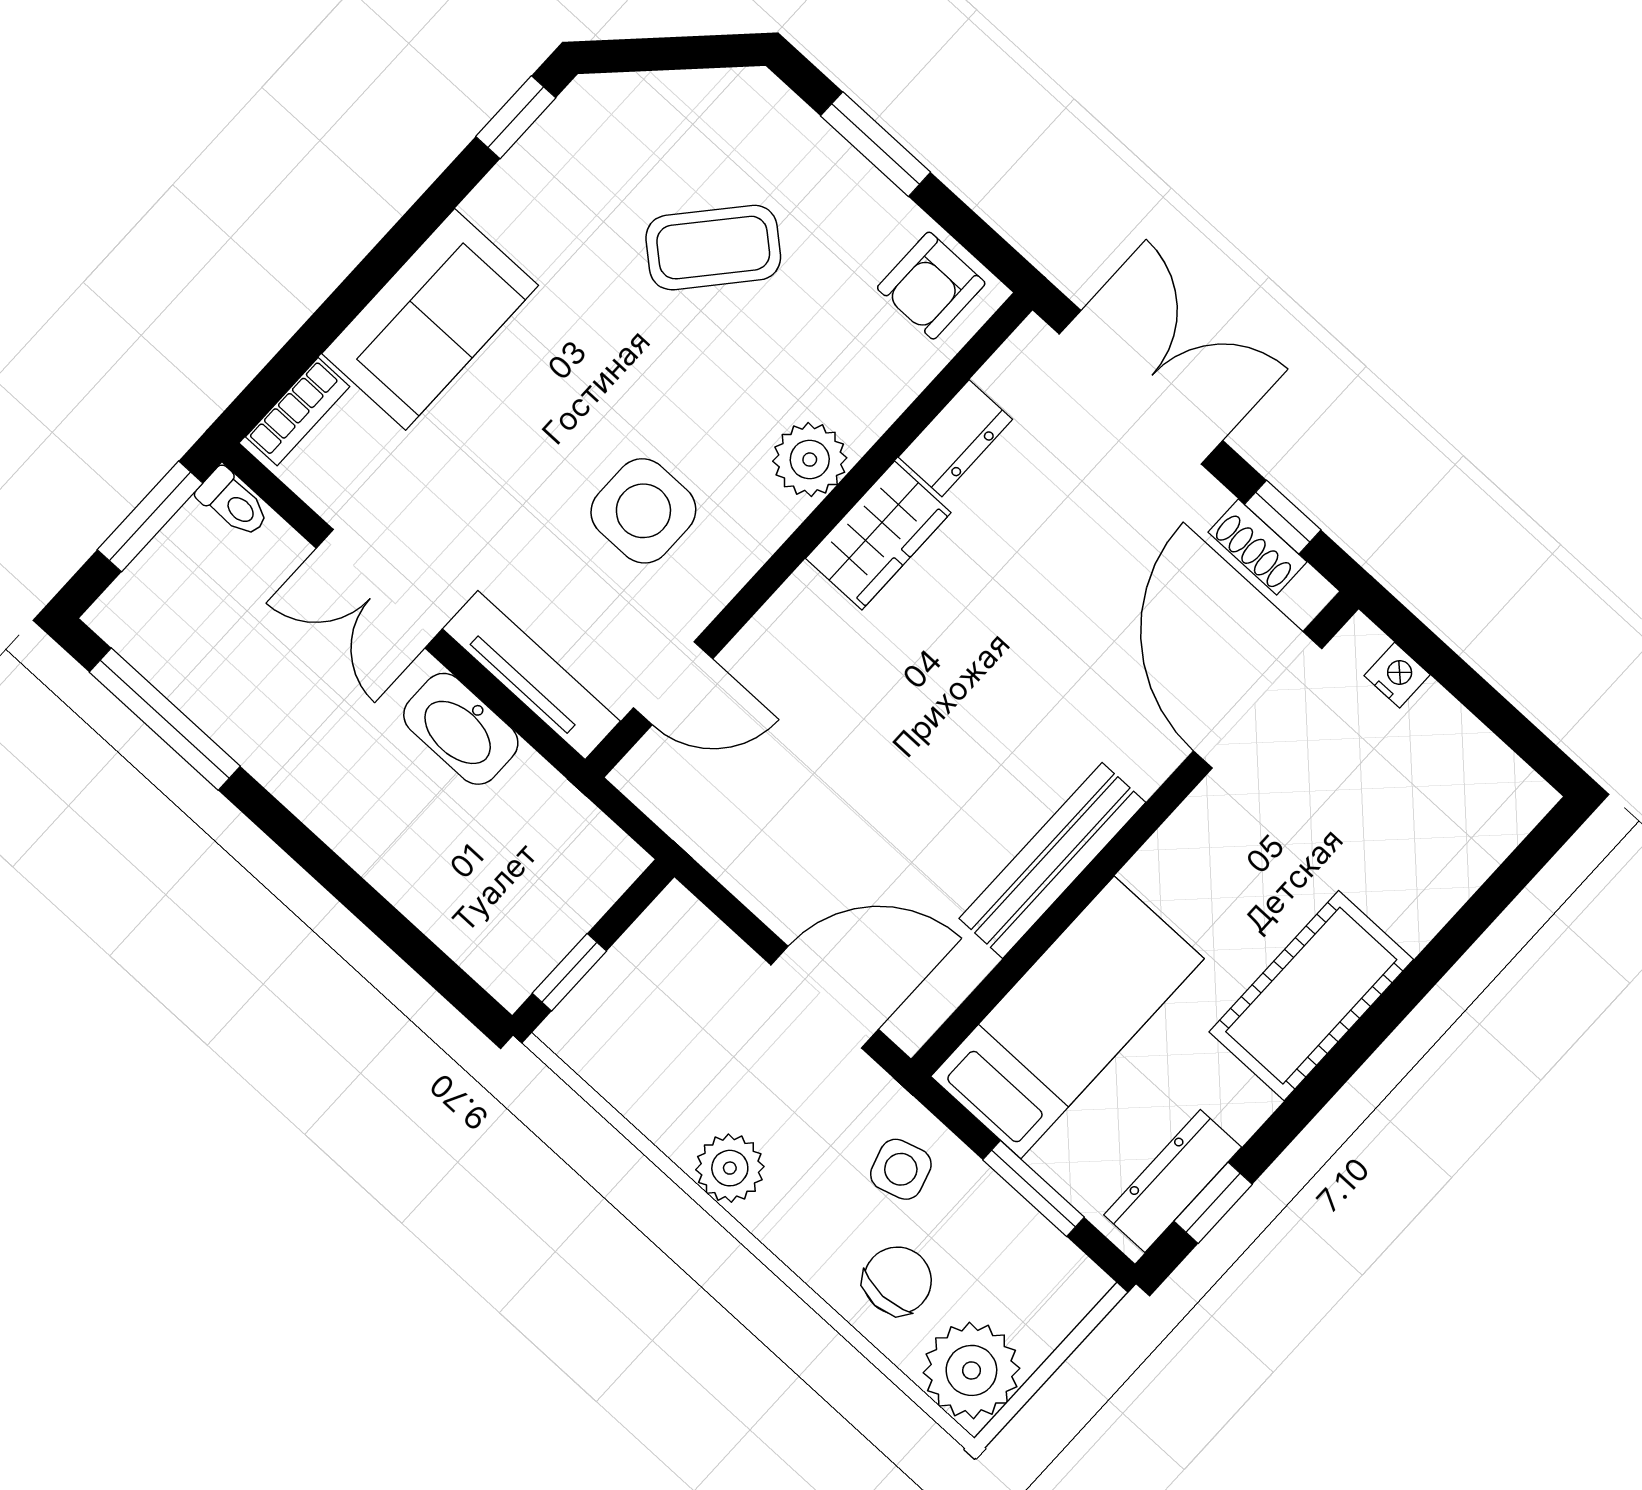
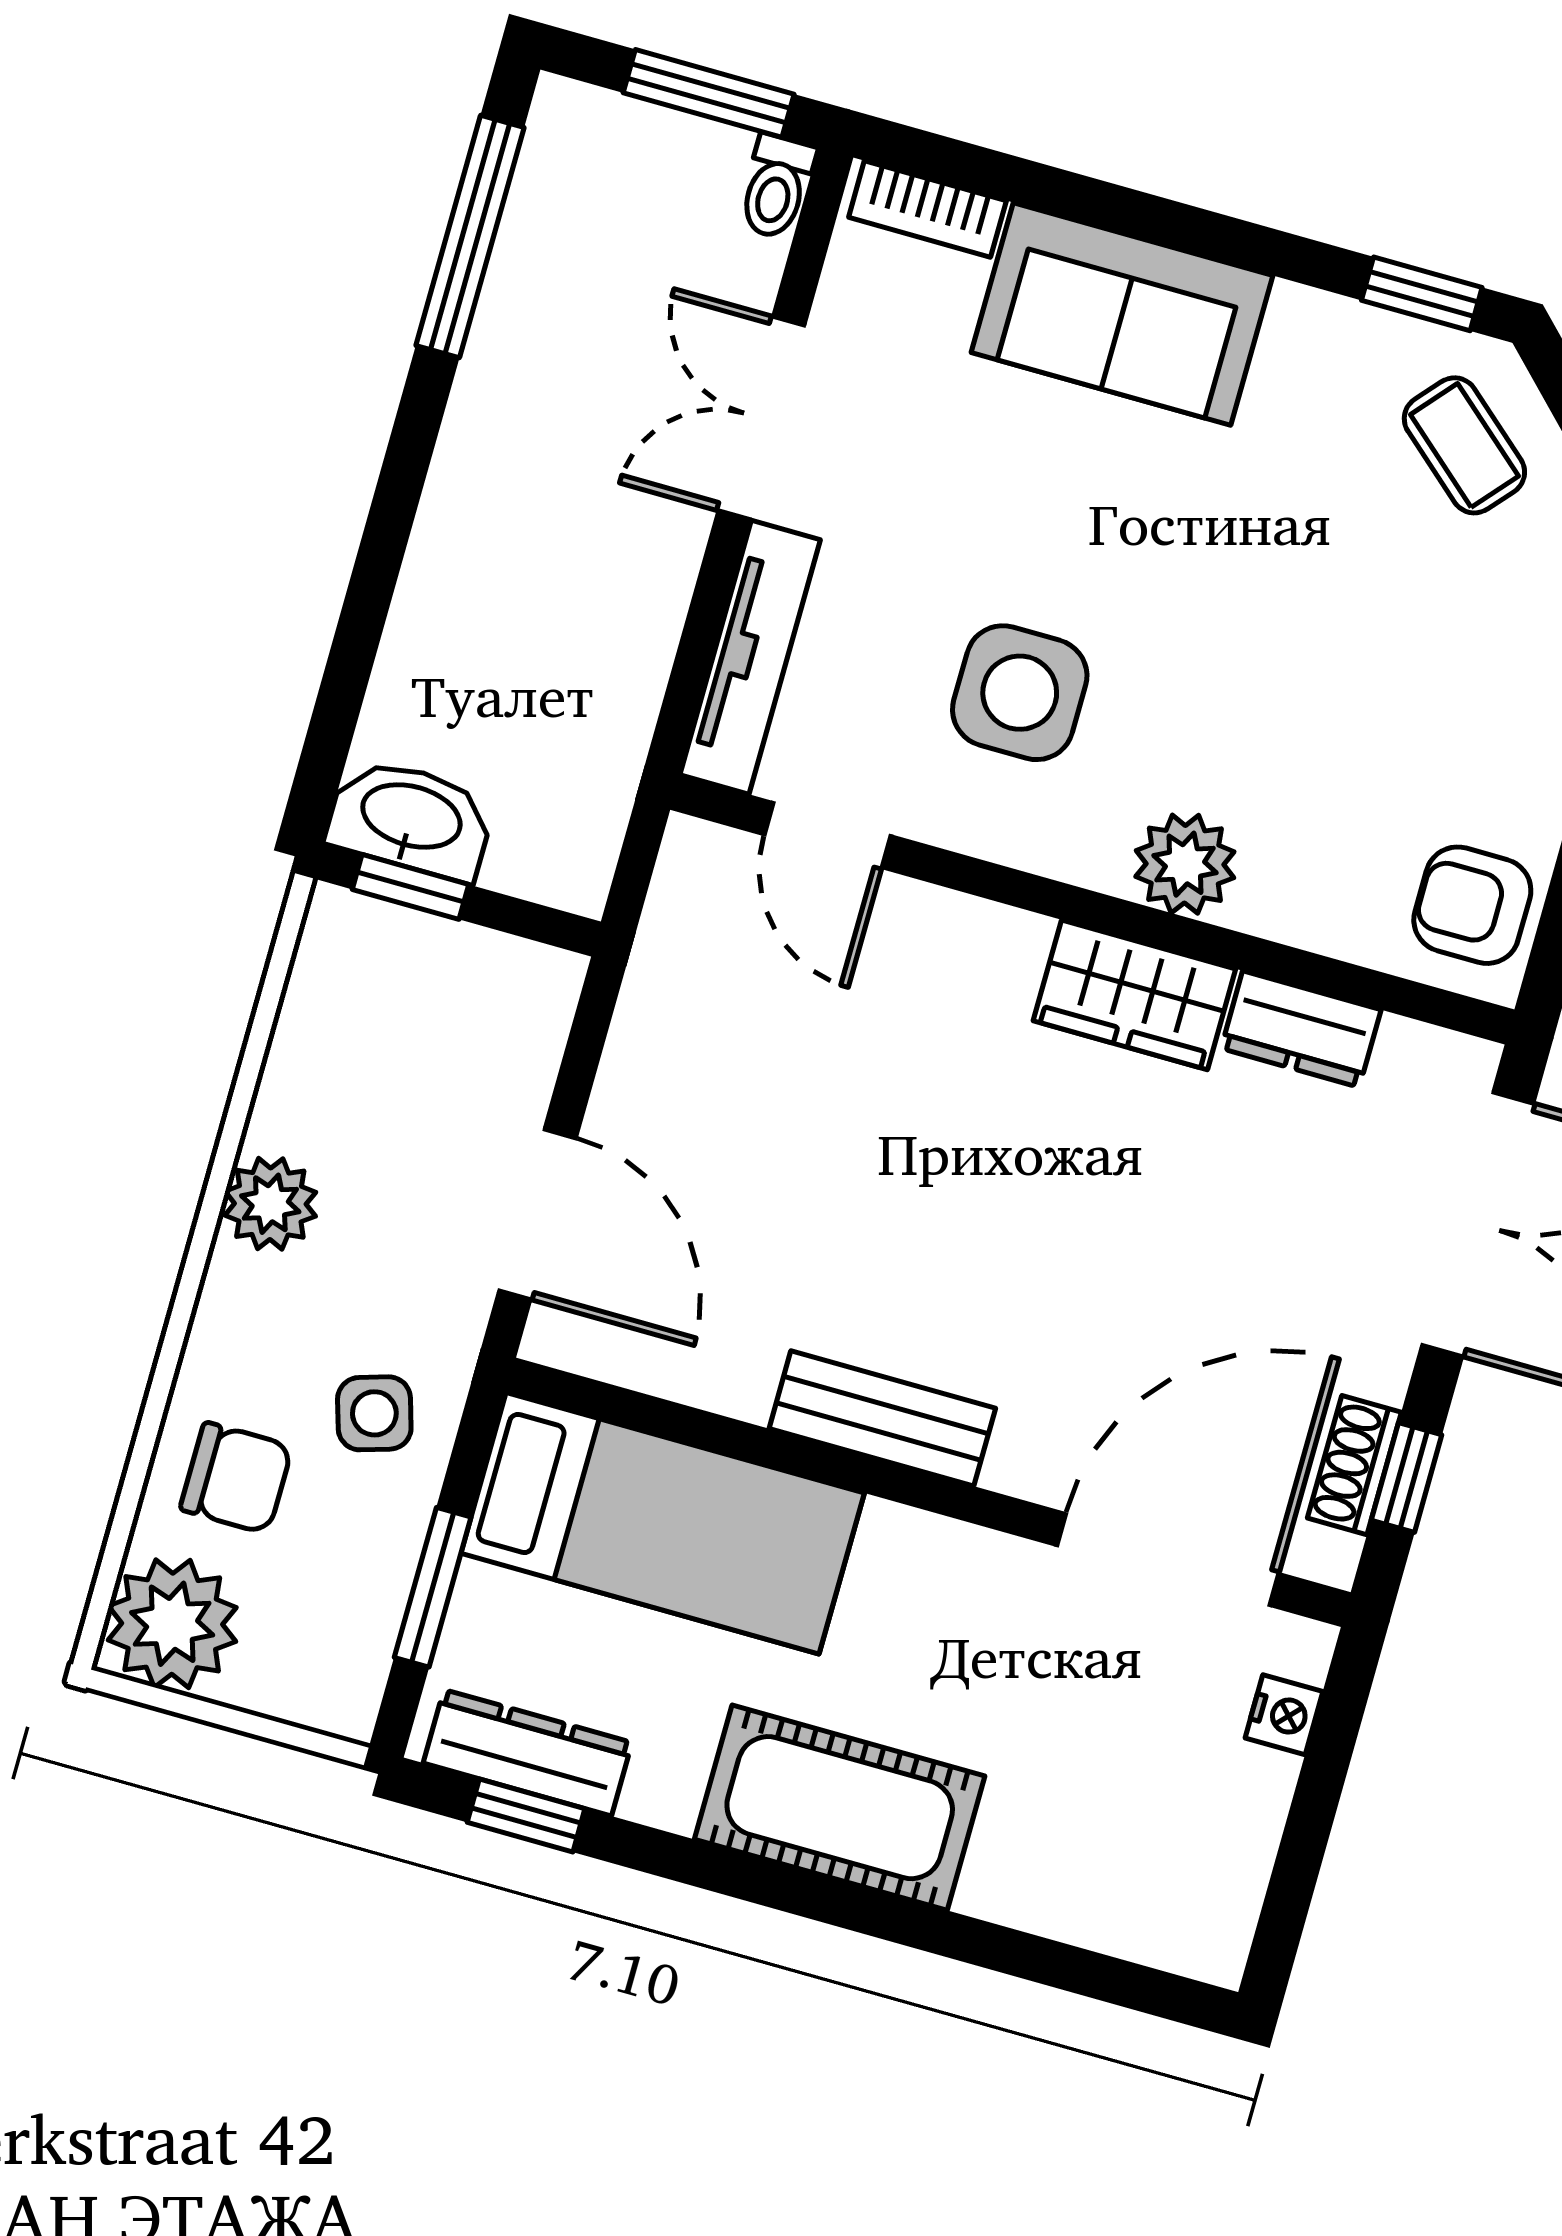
coffee table: (713, 248) -> (1464, 445), moved, width x0.73, depth x0.77
washbasin: (461, 729) -> (411, 819), moved, turned 90
bench: (1052, 860) -> (882, 1418), width x0.73

